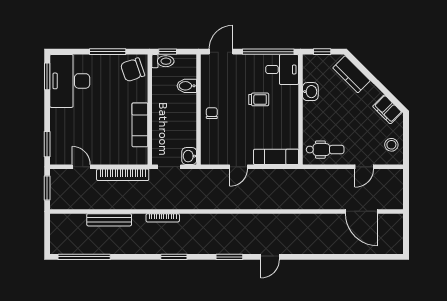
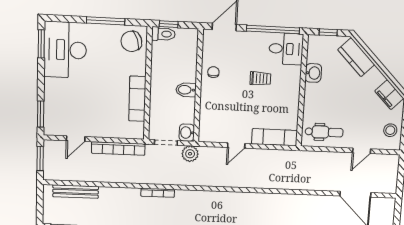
bidet: (187, 86) -> (186, 90), moved
chair: (212, 113) -> (213, 72), moved
door: (81, 167) -> (76, 139), swing flipped
plant: (193, 177) -> (190, 154), added
bench: (109, 220) -> (76, 192), moved

